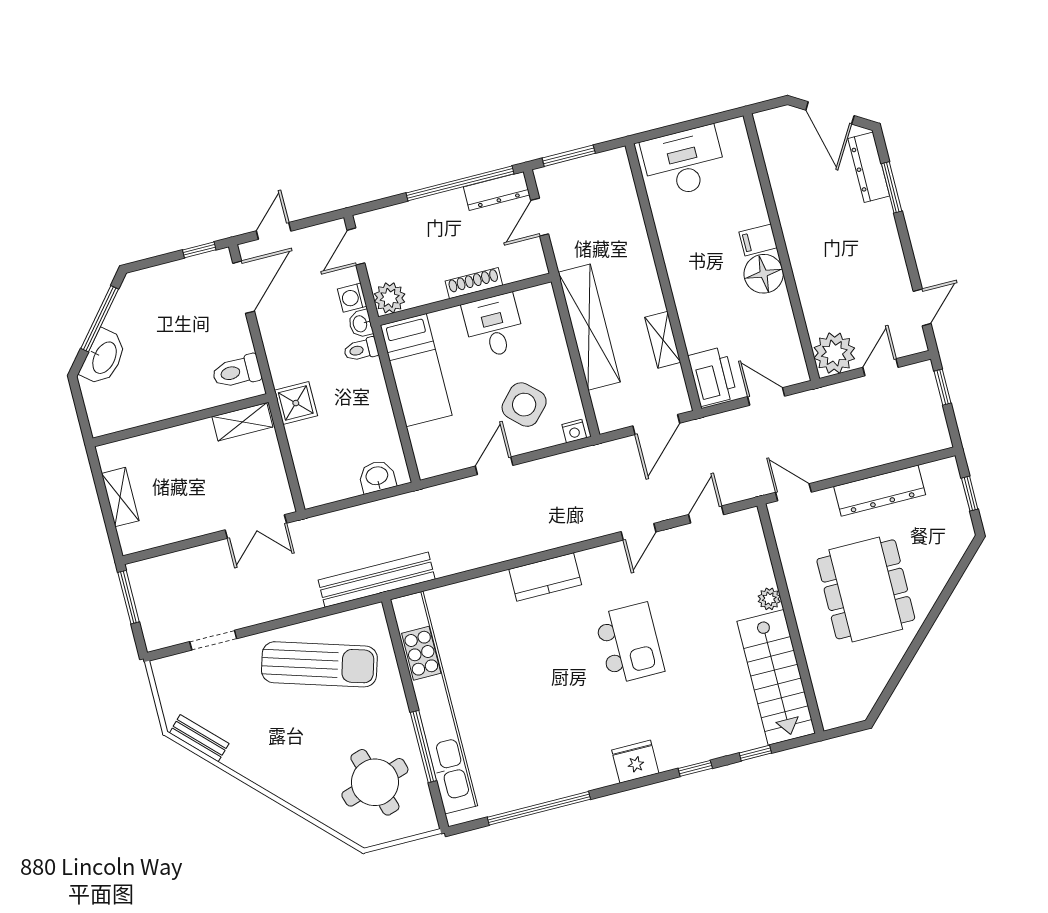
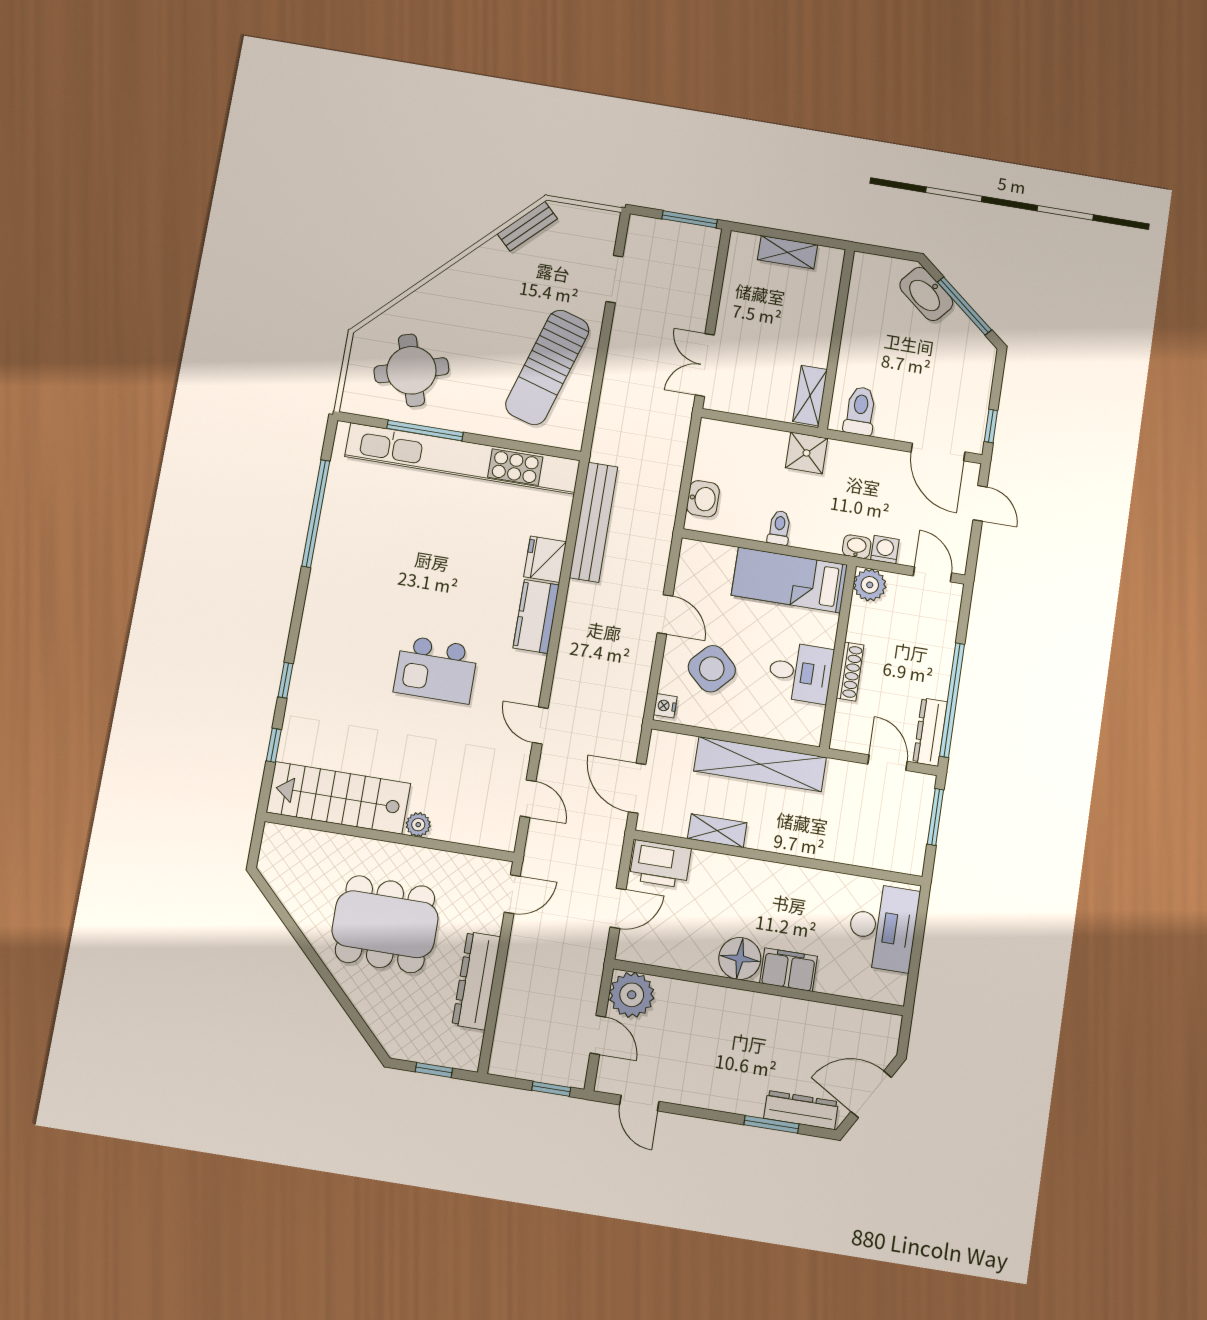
filing cabinet: (758, 240) -> (789, 970), width x2.00
toilet: (361, 350) -> (779, 528), moved
bench: (377, 580) -> (593, 522), moved
fridge: (635, 762) -> (545, 559), moved, turned 180

